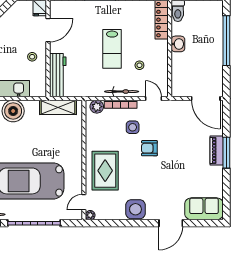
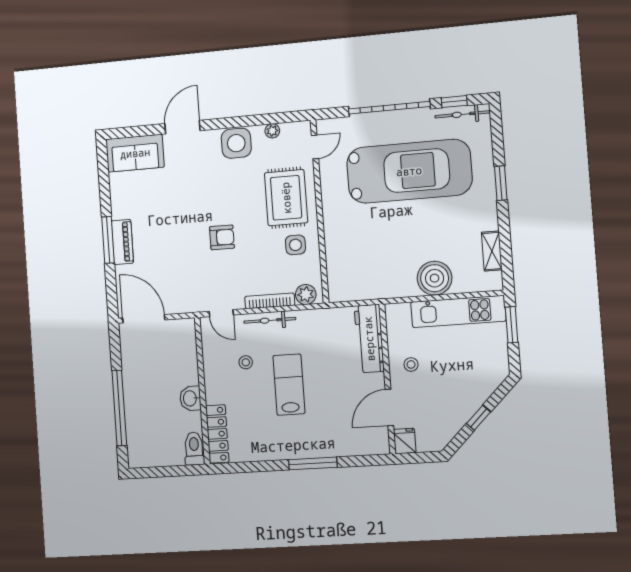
shelving: (58, 107) -> (365, 289), removed
side table: (133, 127) -> (295, 245), moved
plant: (90, 215) -> (272, 131), moved

